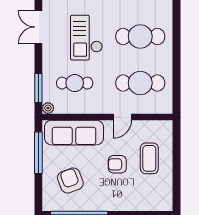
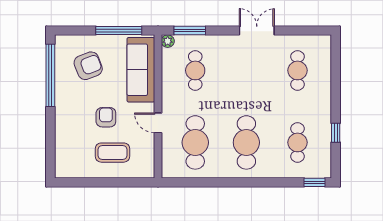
checkout: (86, 38) -> (245, 83), removed

